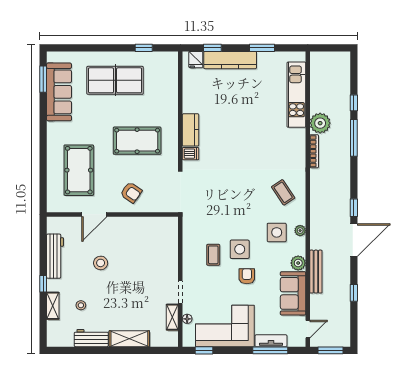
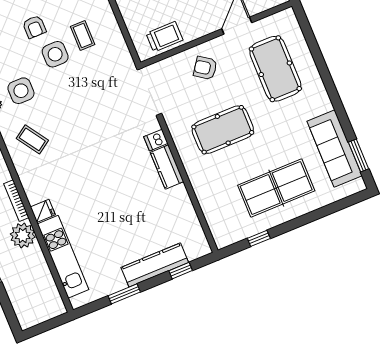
fridge: (196, 60) -> (43, 211), moved, turned 90
trolley: (152, 229) -> (164, 37), added

